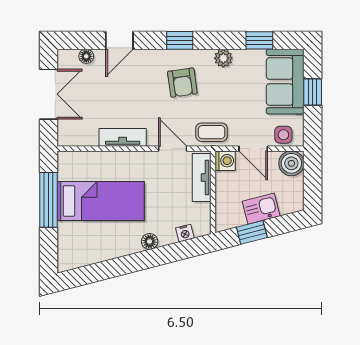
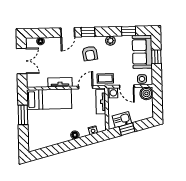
door: (119, 40) -> (68, 32), moved
door: (173, 149) -> (86, 87), hinge flipped
window: (49, 200) -> (23, 115), width x0.69
bed: (101, 201) -> (49, 99), moved
kitchen sink: (261, 209) -> (122, 120), moved

